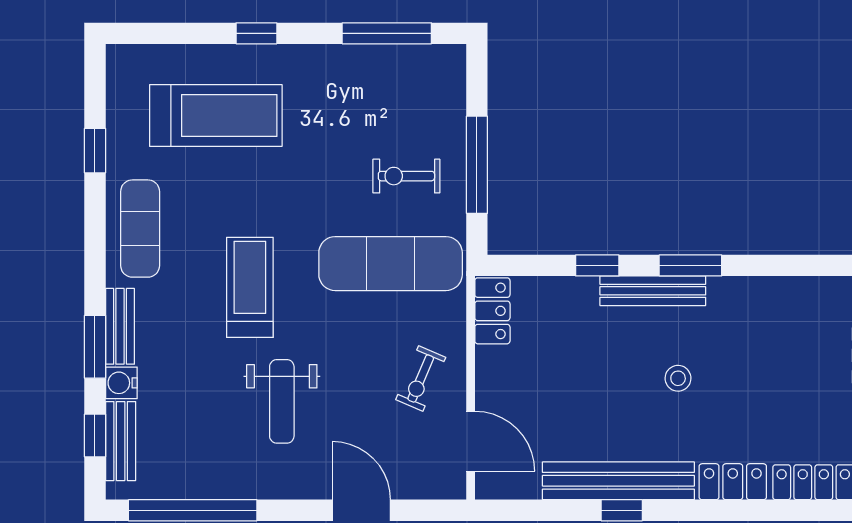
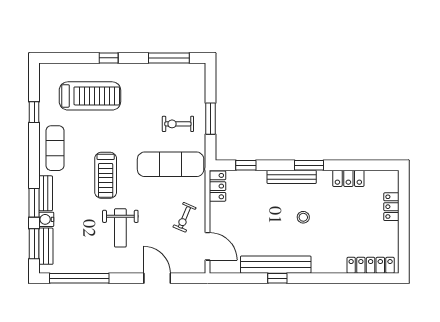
window: (477, 165) -> (210, 119), width x0.69
window: (597, 265) -> (246, 165), moved
treadmill: (250, 287) -> (106, 175), turned 180
window: (95, 436) -> (34, 244), width x1.50
locker: (733, 482) -> (348, 178), moved, turned 180

